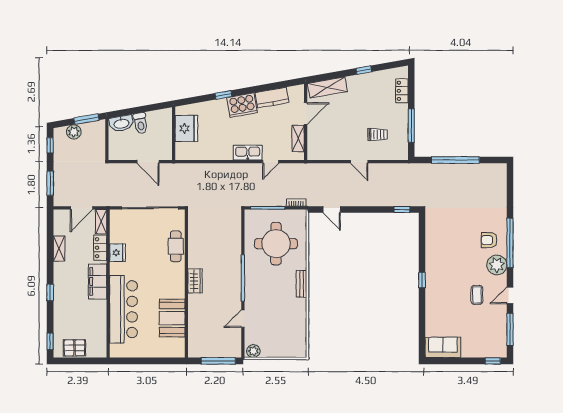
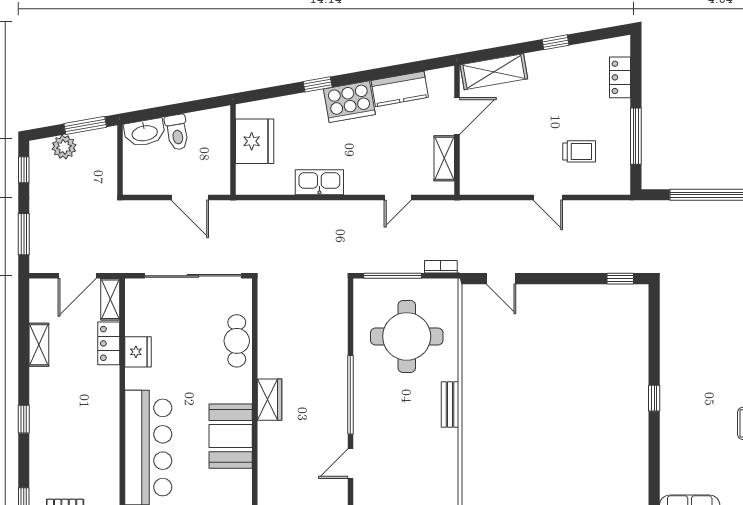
kitchen sink: (248, 153) -> (319, 182), moved
filing cabinet: (98, 281) -> (104, 401), removed
booth: (172, 318) -> (231, 436), moved

